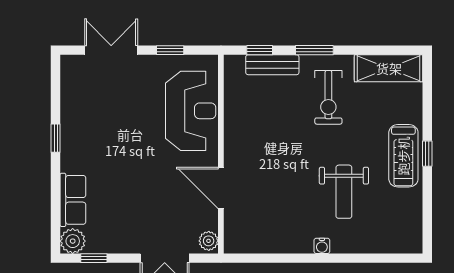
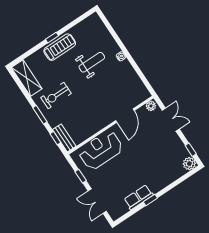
bench: (272, 65) -> (64, 138), moved
exercise bike: (328, 97) -> (56, 95), turned 180
row of seats: (73, 200) -> (139, 197), moved

